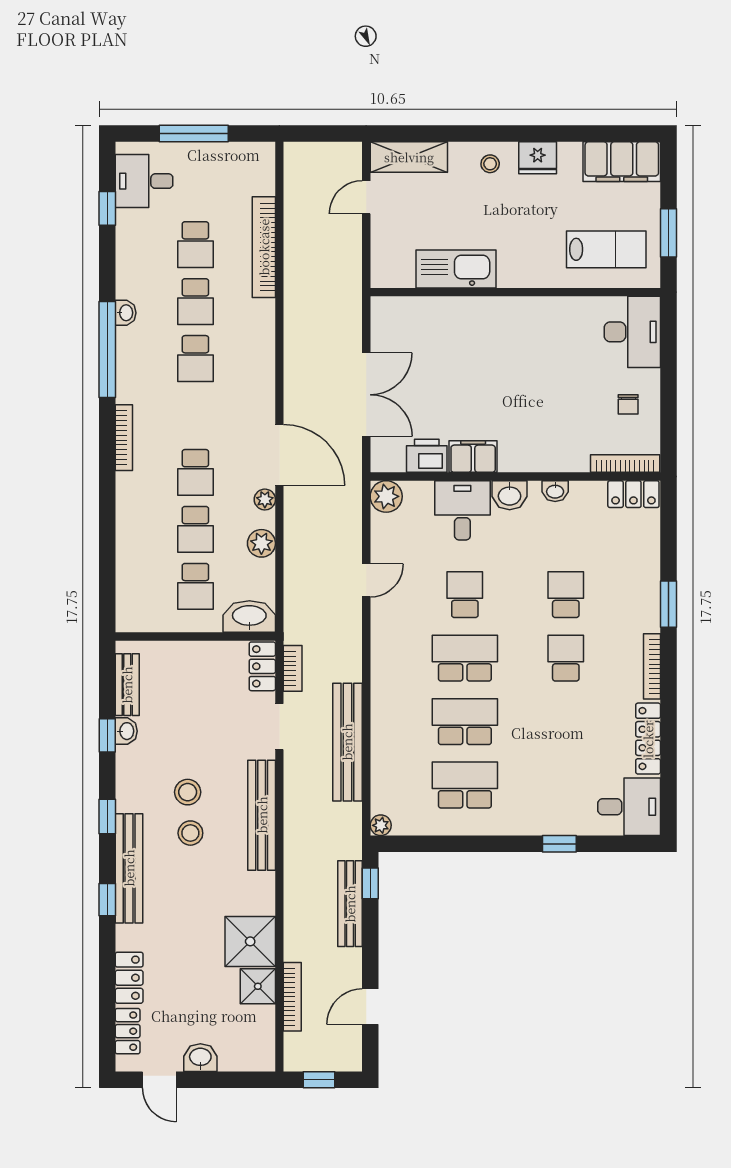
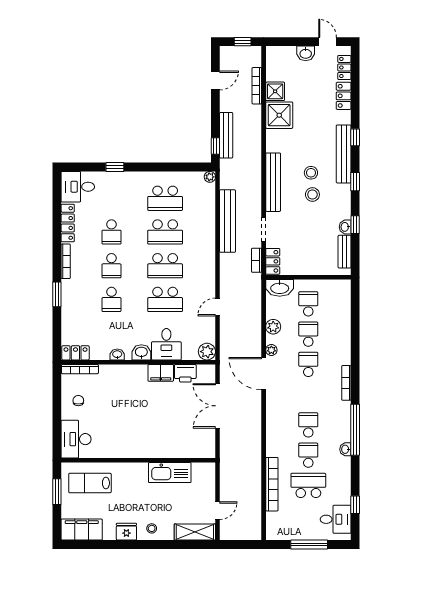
school desk: (195, 245) -> (308, 485), width x1.85
school desk: (465, 595) -> (165, 299), width x1.85
school desk: (566, 722) -> (111, 232), added

